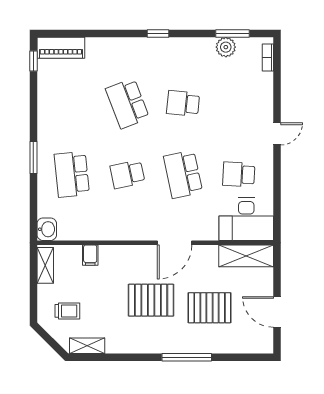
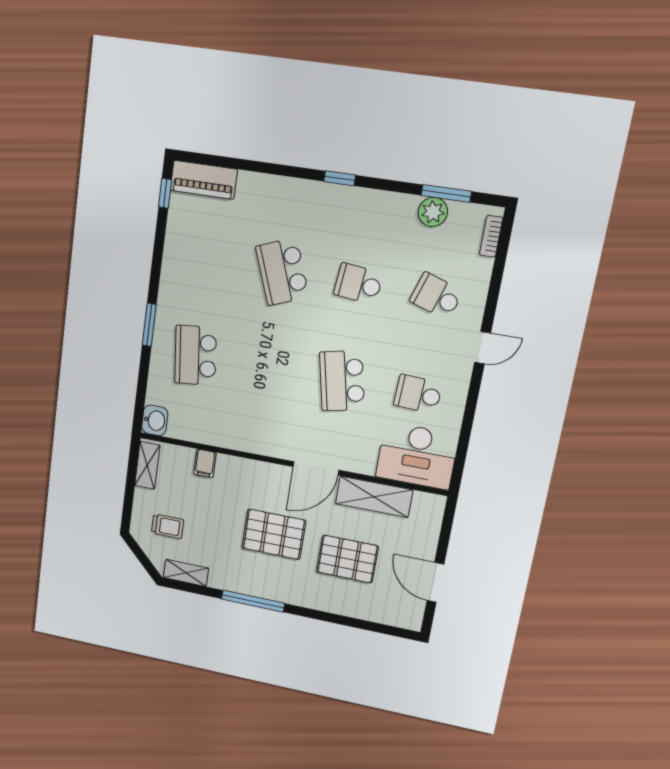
school desk: (127, 174) -> (436, 296), moved, turned 30
shelving: (246, 256) -> (374, 497), moved
window: (187, 357) -> (253, 601), moved

